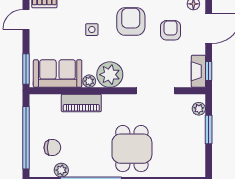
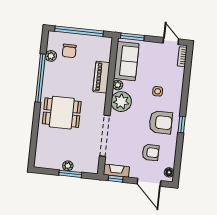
doorway: (156, 91) -> (105, 136), width x1.36
plant: (199, 109) -> (68, 166), moved

